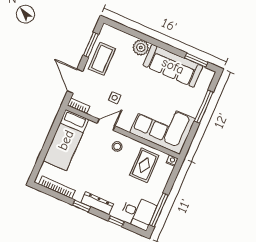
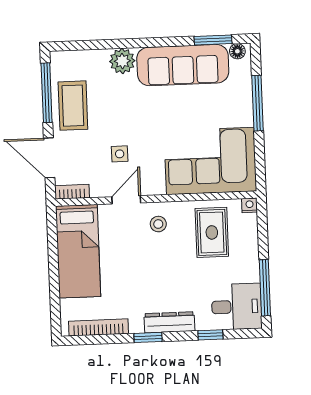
window: (91, 45) -> (47, 93), width x1.44
floor lamp: (207, 73) -> (237, 51), added

